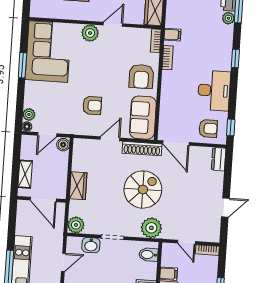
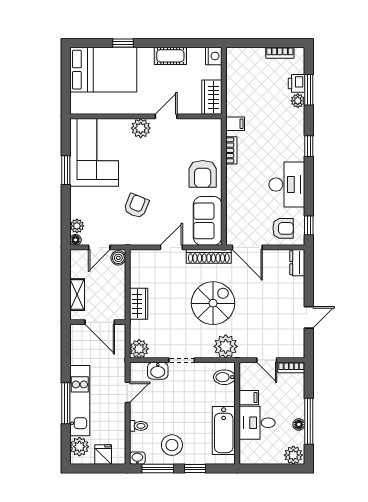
bookcase: (156, 41) -> (216, 132), removed
armchair: (92, 106) -> (136, 206), moved, turned -68

